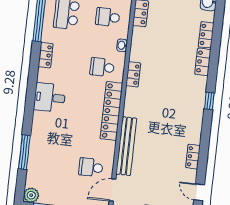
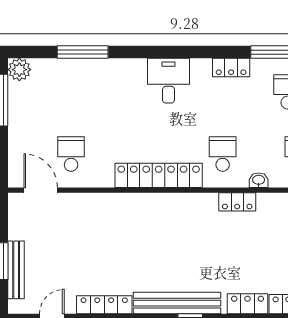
locker: (133, 74) -> (237, 202), moved
bench: (126, 146) -> (177, 303), moved
locker: (193, 157) -> (104, 305), width x1.53

